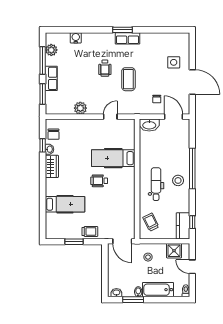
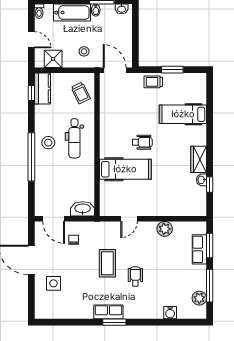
row of seats: (51, 78) -> (199, 249), moved
chair: (53, 134) -> (197, 198), removed

